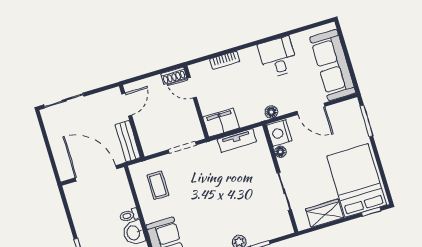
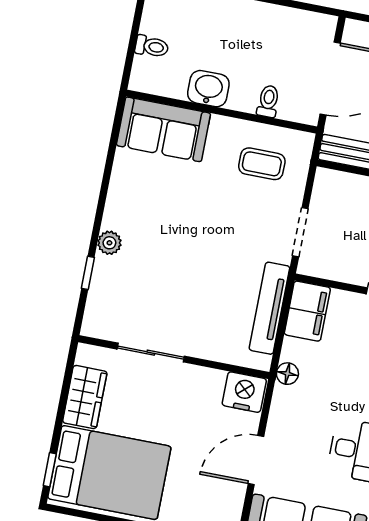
floor lamp: (271, 112) -> (287, 374), moved
tv unit: (237, 140) -> (269, 308), width x1.41
floor lamp: (280, 152) -> (215, 379), removed
toilet: (129, 215) -> (268, 101), moved

